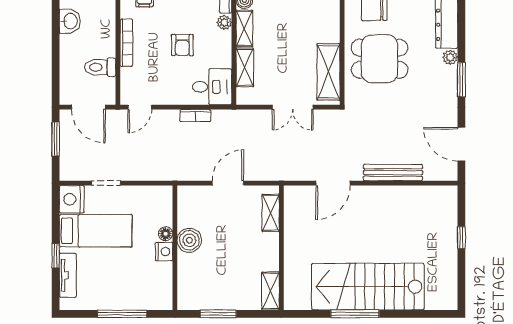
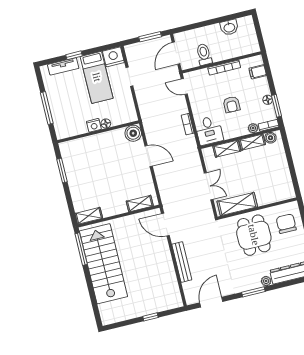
armchair: (182, 45) -> (232, 104), turned -90
double door: (293, 107) -> (209, 186), swing flipped
shelving: (271, 213) -> (140, 204), moved
boiler: (189, 240) -> (133, 133), moved
wall: (281, 248) -> (119, 216), moved
shelving: (270, 291) -> (89, 216), moved
window: (355, 314) -> (81, 249), moved

